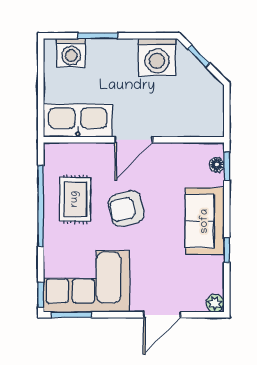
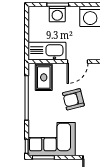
washing machine: (71, 53) -> (57, 14), moved
rug: (75, 199) -> (44, 77), moved

